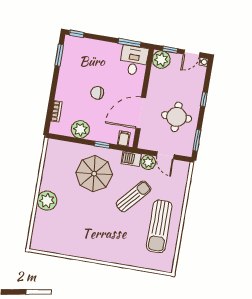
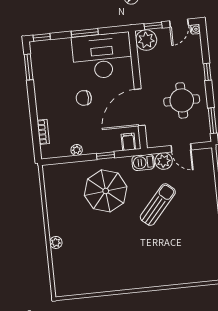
window: (130, 43) -> (85, 33), moved
desk: (134, 60) -> (102, 56), width x1.87, depth x1.30
plant: (80, 129) -> (77, 150), width x0.53, depth x0.53
plant: (47, 201) -> (56, 242), width x0.53, depth x0.53
sun lounger: (159, 226) -> (196, 231), removed

